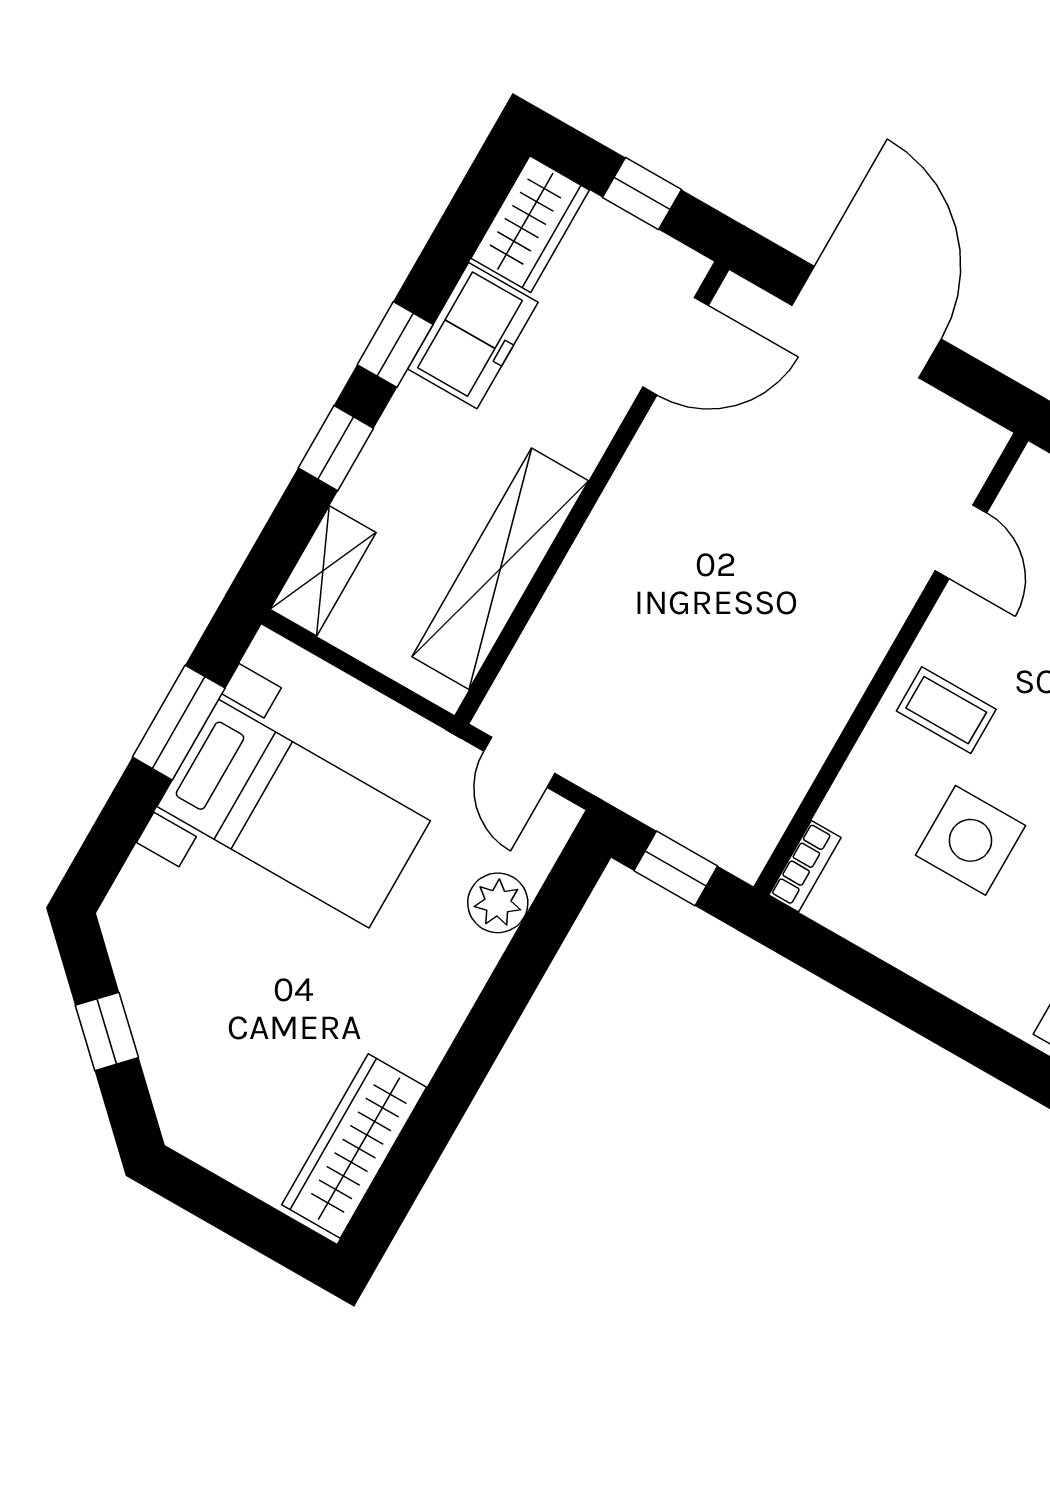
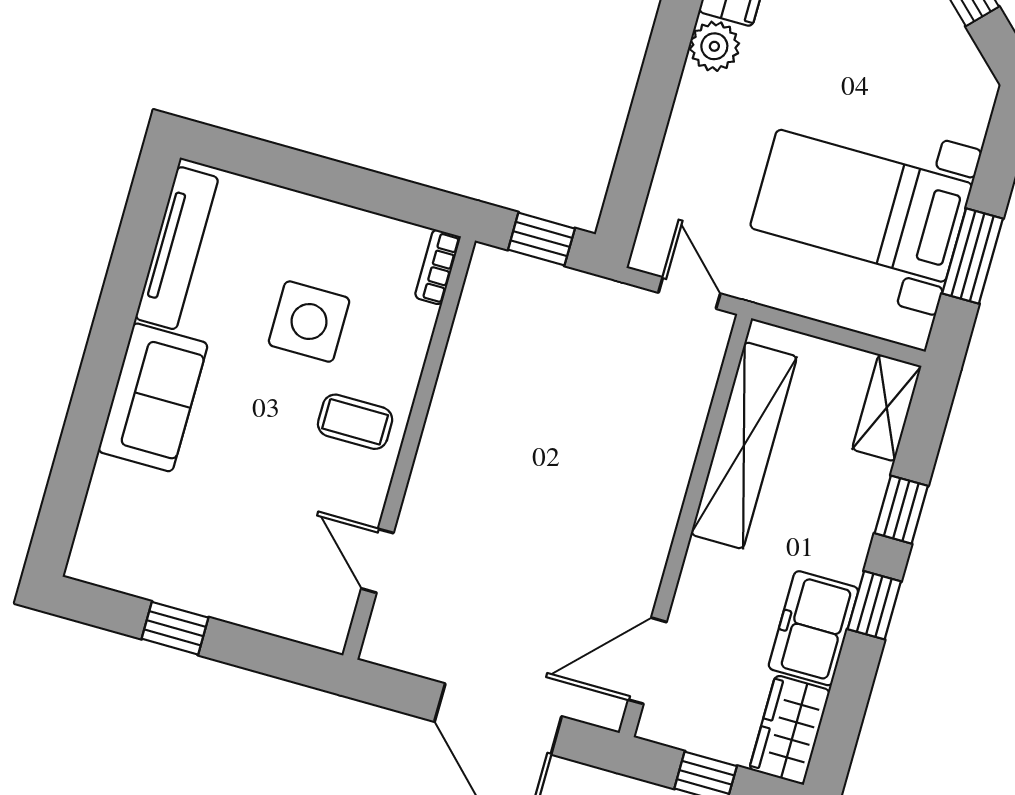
plant: (498, 903) -> (714, 46), moved

